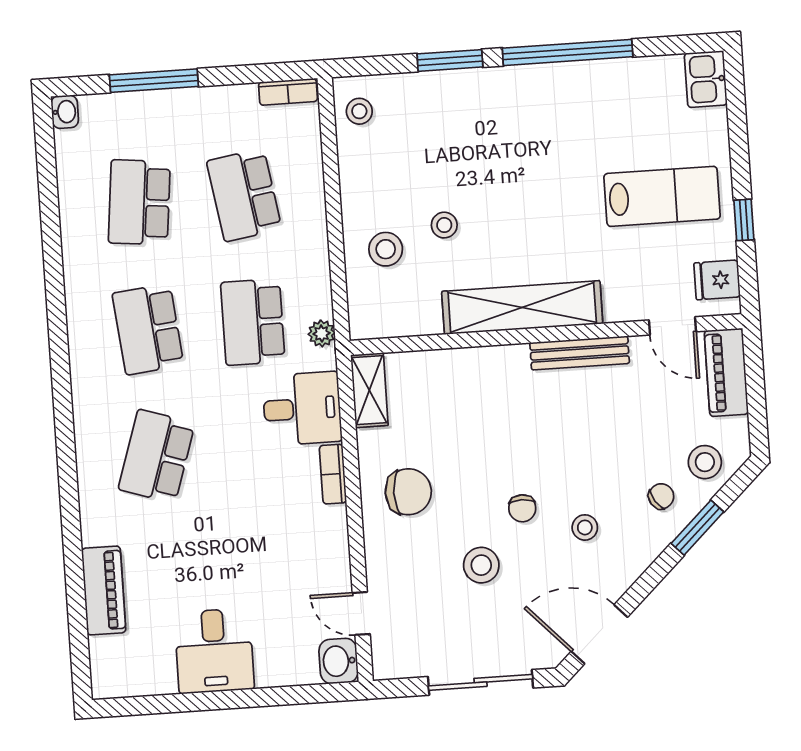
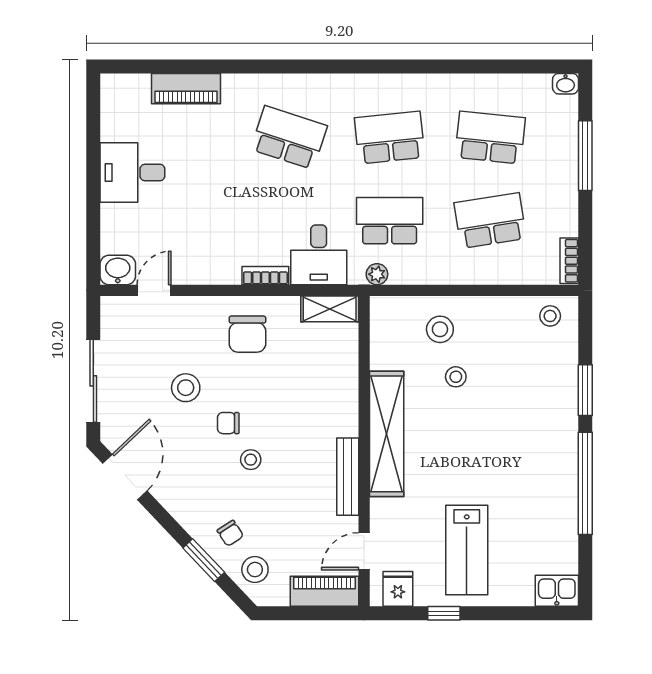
stool: (585, 527) -> (251, 460), moved

